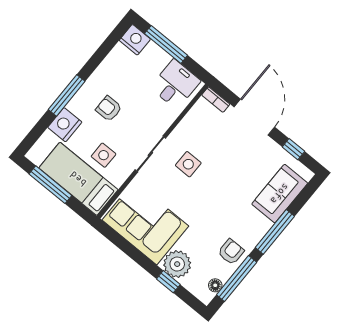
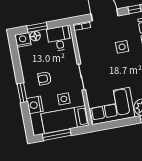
window: (166, 44) -> (37, 27), width x0.69
floor lamp: (153, 51) -> (35, 36), added
window: (67, 95) -> (22, 93), width x0.69
side table: (188, 164) -> (122, 47), moved

